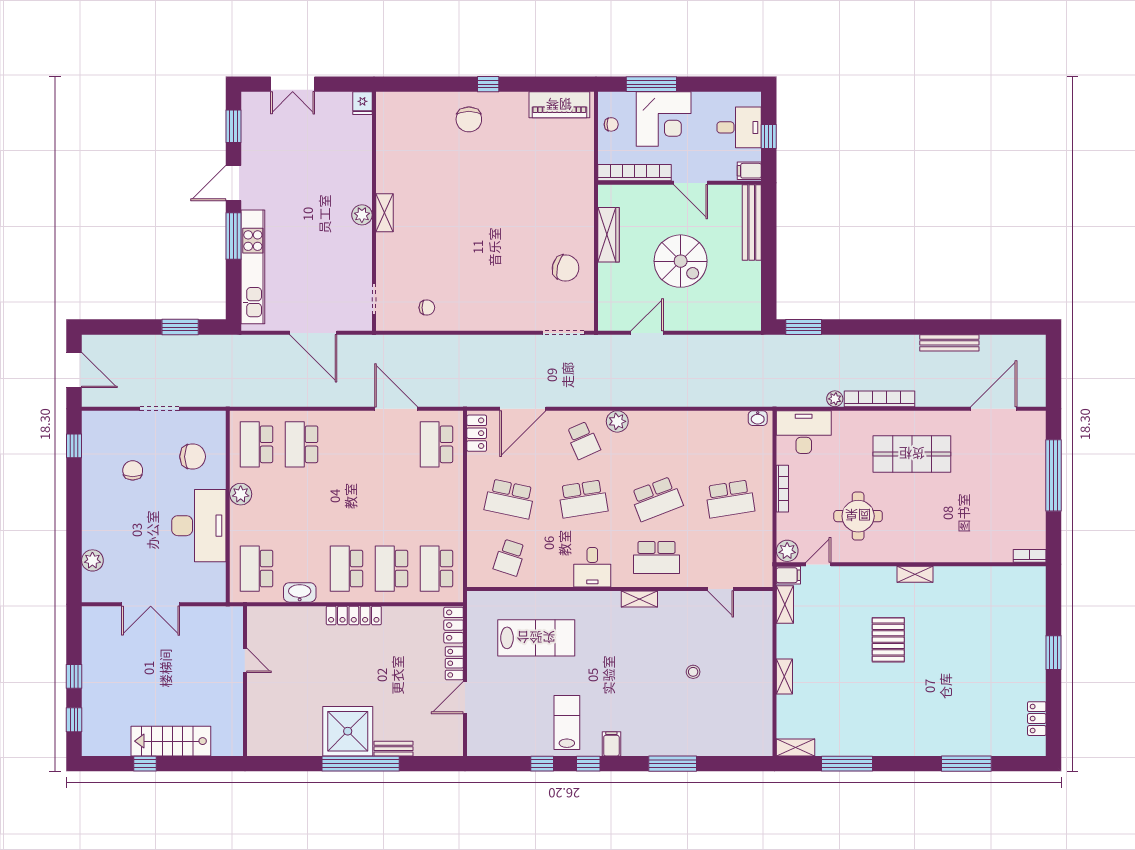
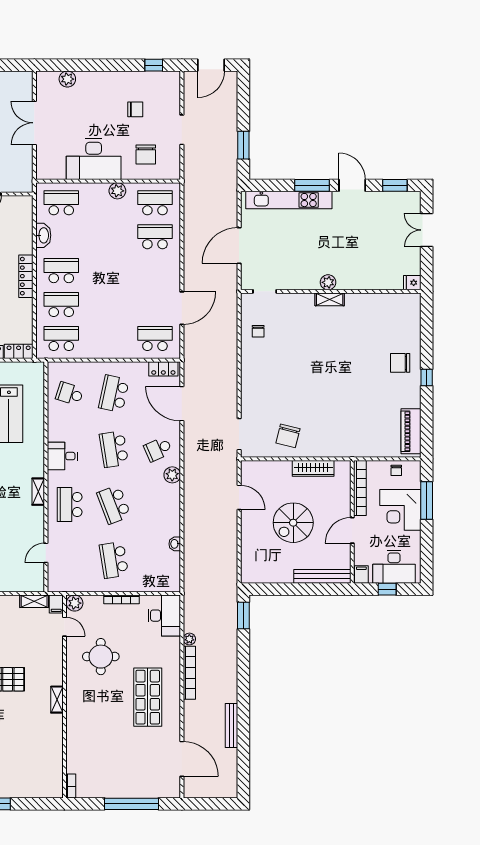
desk: (739, 127) -> (394, 567), width x1.37
washbasin: (758, 418) -> (175, 544), moved

